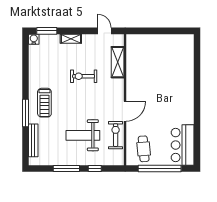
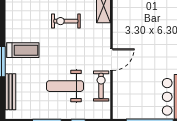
treadmill: (44, 103) -> (23, 50), turned -90
cafe table: (144, 149) -> (132, 101), removed

